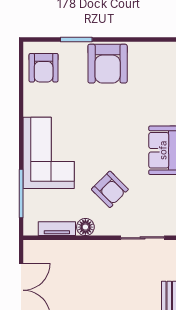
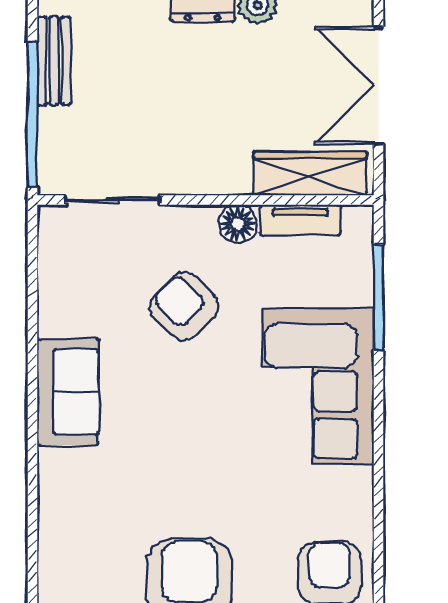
wardrobe: (52, 250) -> (310, 173), added

